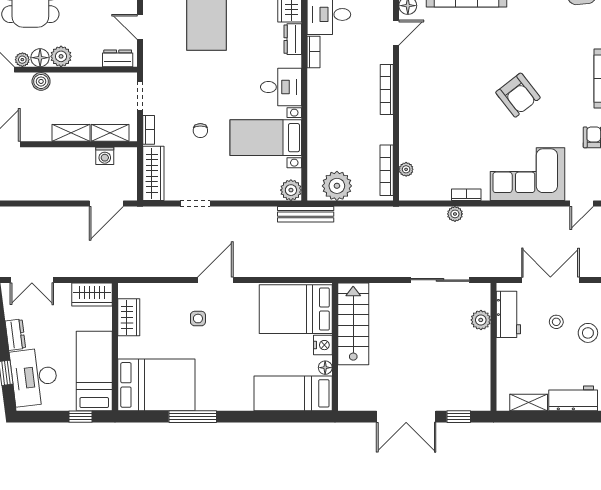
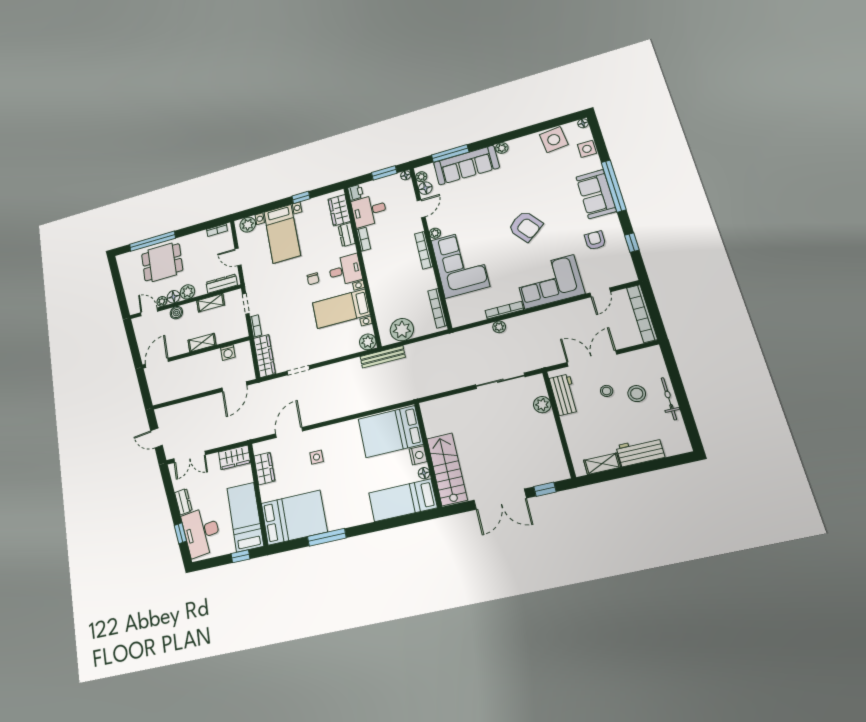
dresser: (118, 58) -> (222, 284), width x1.44
corner sofa: (428, 120) -> (460, 263), added
chair: (200, 131) -> (313, 279), moved
shelving: (110, 133) -> (211, 303), moved
plant: (406, 169) -> (435, 233), moved
bookcase: (466, 195) -> (504, 310), width x1.56
door: (215, 280) -> (289, 432), moved
stairs: (353, 324) -> (447, 469), moved

